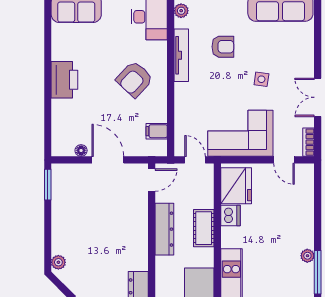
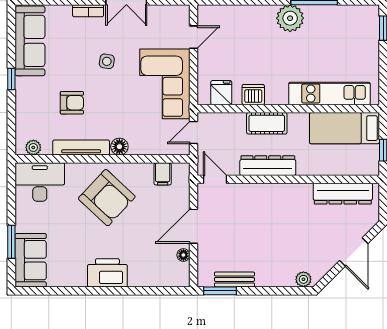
armchair: (223, 47) -> (72, 103), turned 90
armchair: (135, 79) -> (107, 198), width x1.36, depth x1.36
floor lamp: (182, 91) -> (119, 147), added
bookcase: (308, 142) -> (88, 11), moved
fridge: (236, 186) -> (221, 93), width x0.53, depth x0.75
bench: (58, 198) -> (234, 279), added
plant: (307, 256) -> (290, 18), width x1.87, depth x1.87

